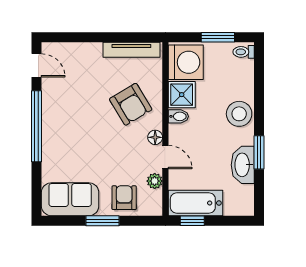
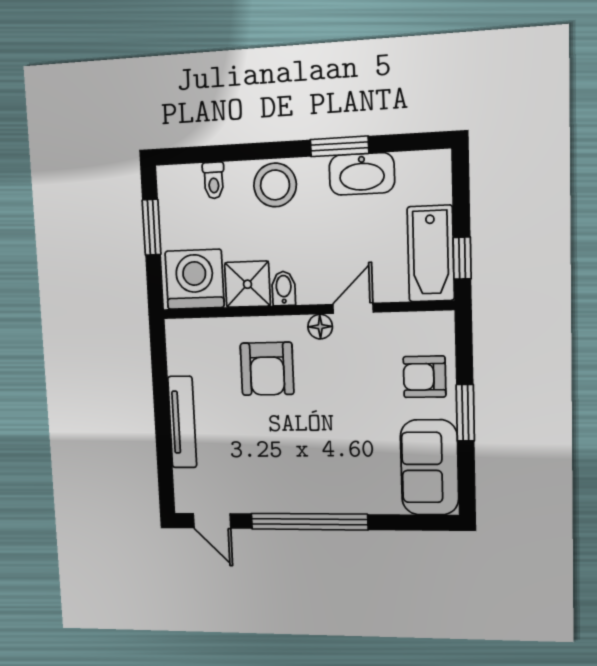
tv unit: (131, 50) -> (182, 422), moved
toilet: (244, 52) -> (214, 180), moved
door: (37, 65) -> (212, 521), swing flipped
armchair: (131, 104) -> (267, 369), turned 121
plant: (155, 181) -> (394, 326), removed

